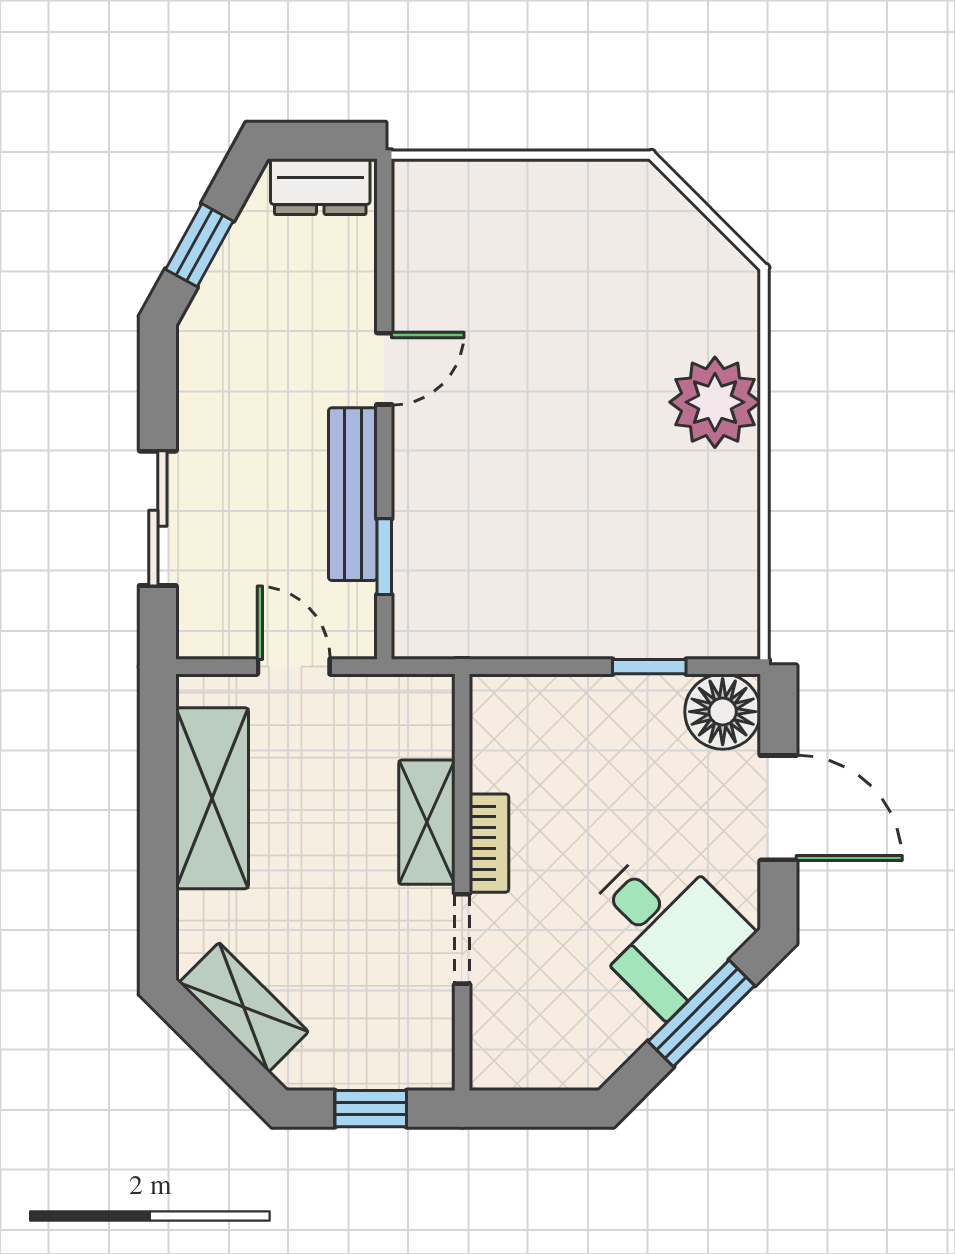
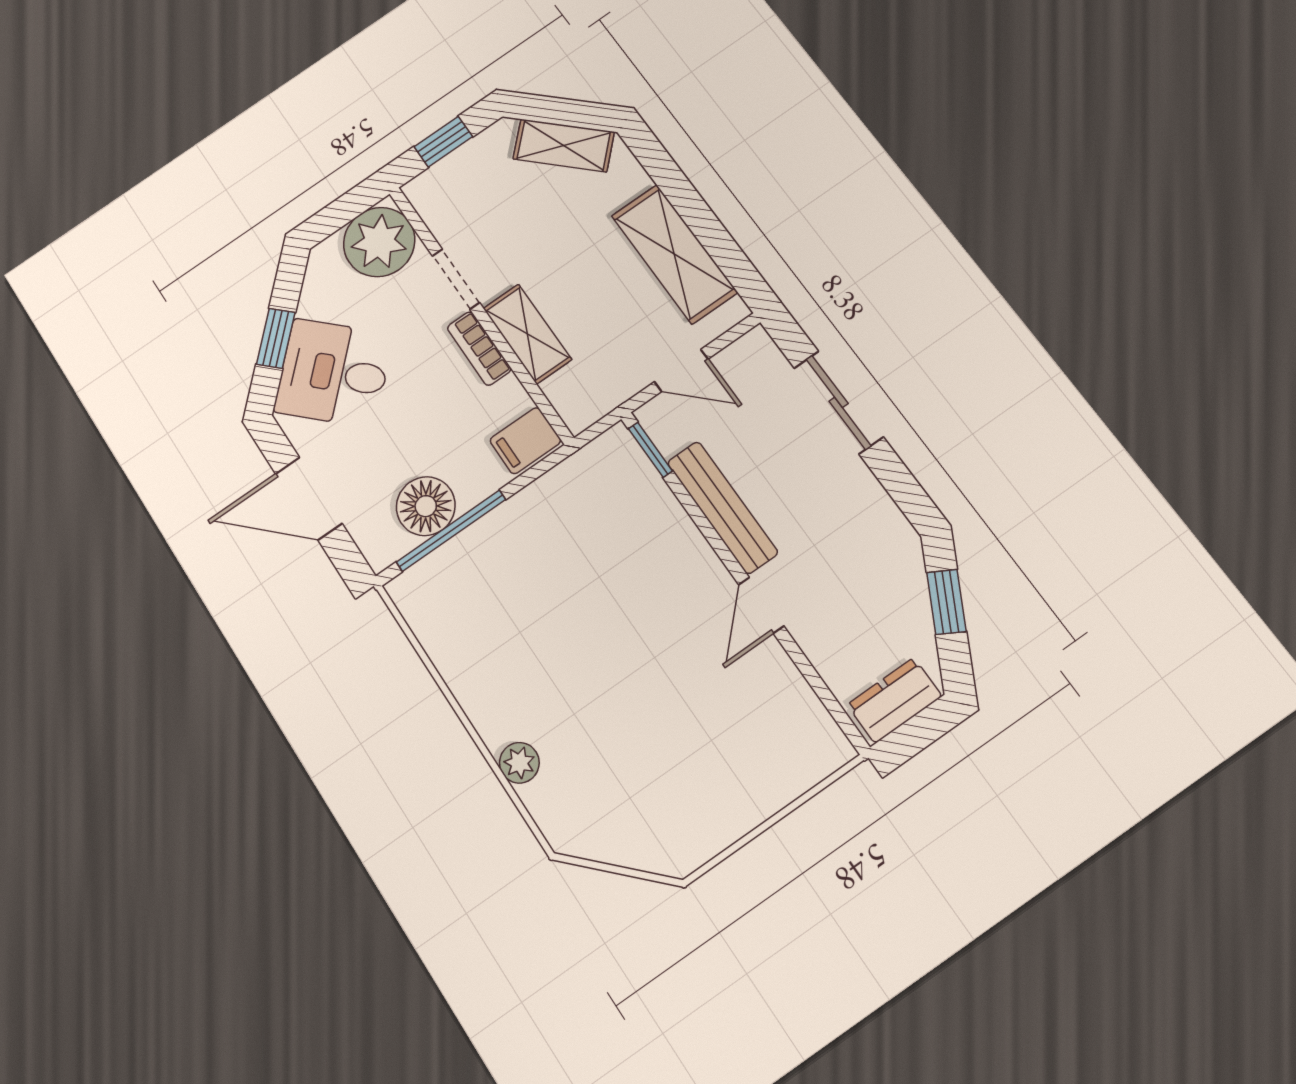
plant: (715, 402) -> (519, 763), width x0.53, depth x0.53
window: (384, 557) -> (650, 450), moved
window: (649, 667) -> (451, 531), width x2.17
filing cabinet: (507, 708) -> (525, 441), added
floor lamp: (723, 712) -> (426, 506), moved
window: (701, 1013) -> (276, 338), width x0.67
plant: (517, 1043) -> (379, 242), added

